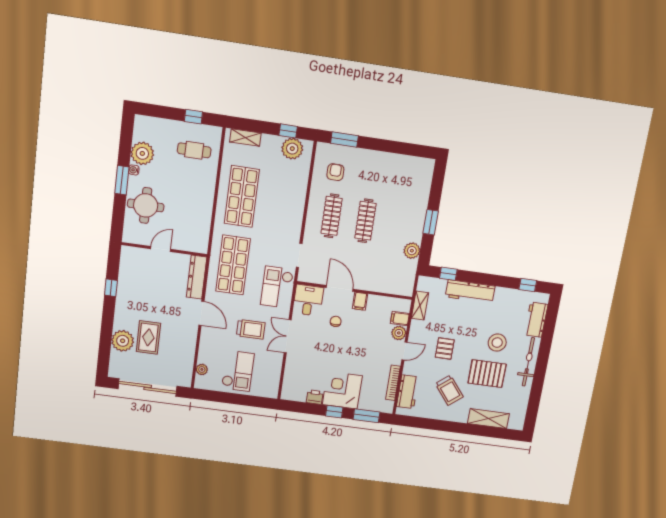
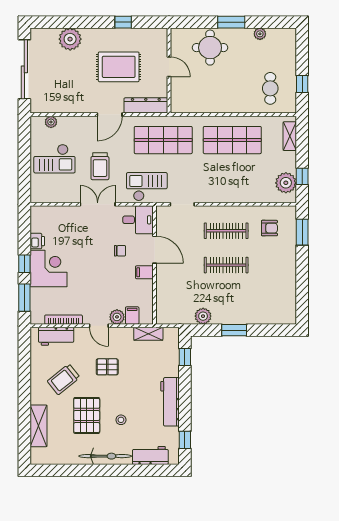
plant: (142, 153) -> (260, 34), width x0.53, depth x0.53
water cooler: (134, 170) -> (243, 33), removed
door: (340, 288) -> (155, 250), hinge flipped
workbench: (470, 292) -> (170, 402), moved
rug: (148, 337) -> (119, 67), moved, width x1.36, depth x1.43
stool: (497, 343) -> (121, 420), width x0.53, depth x0.53

